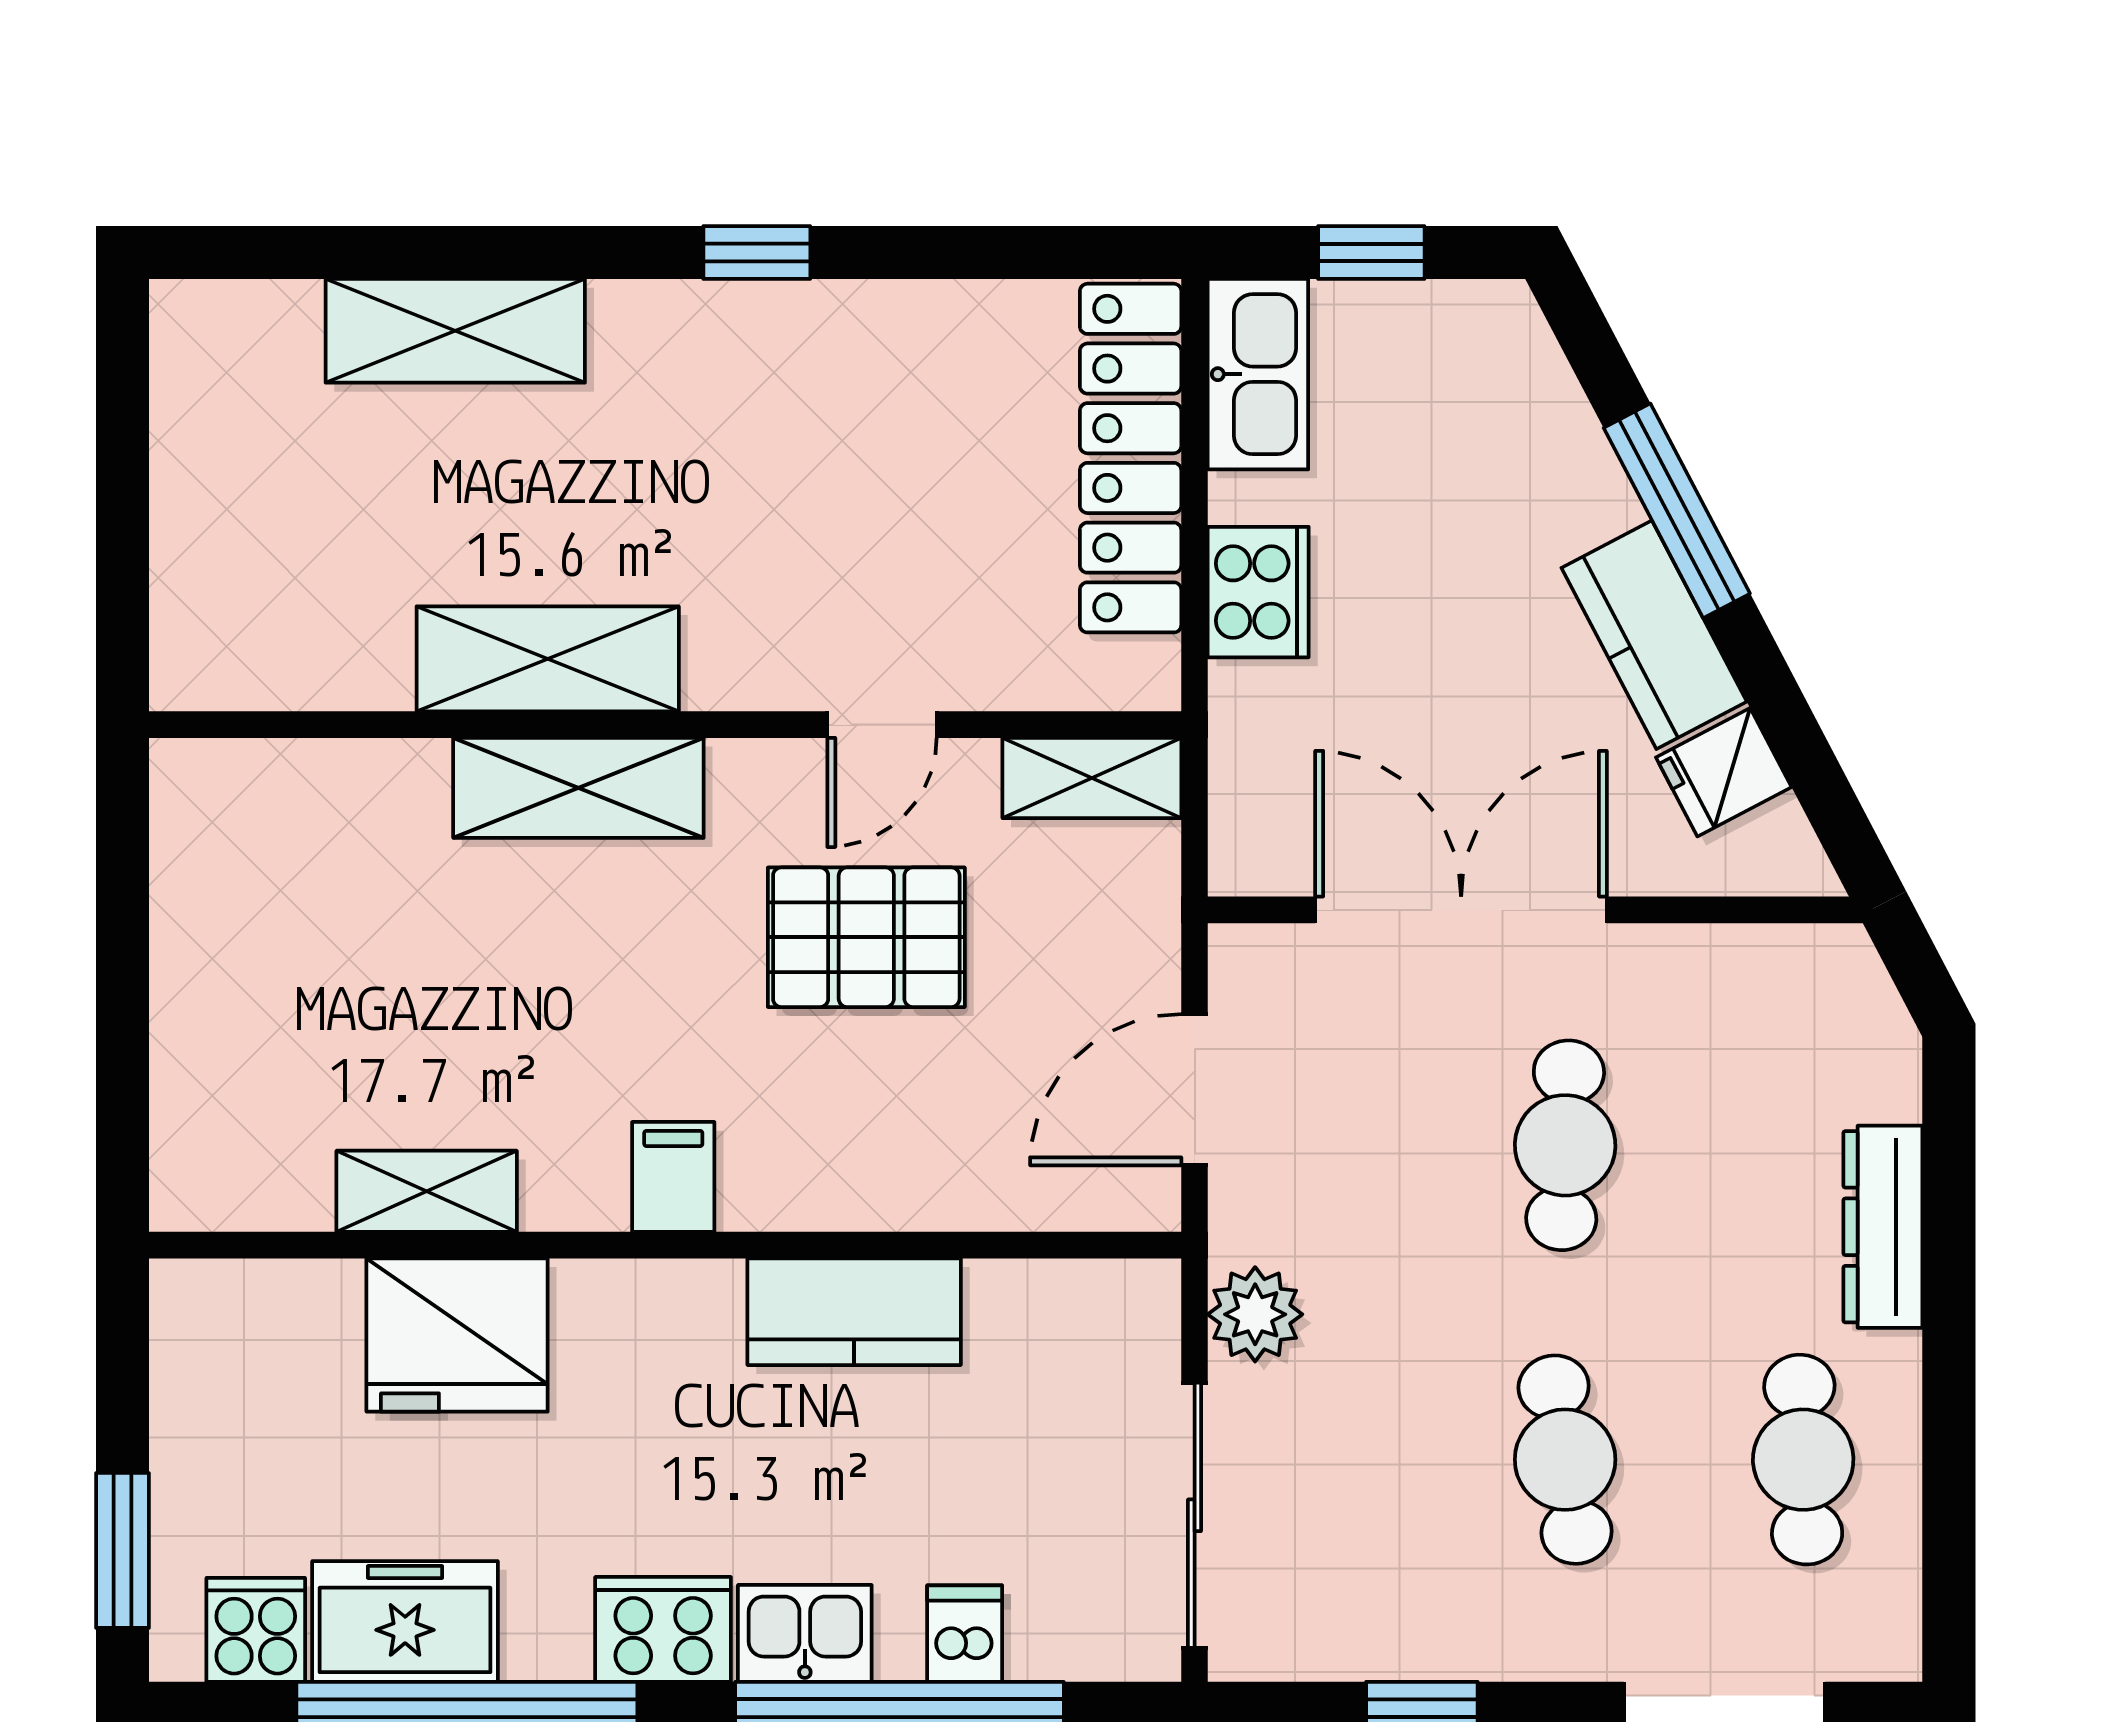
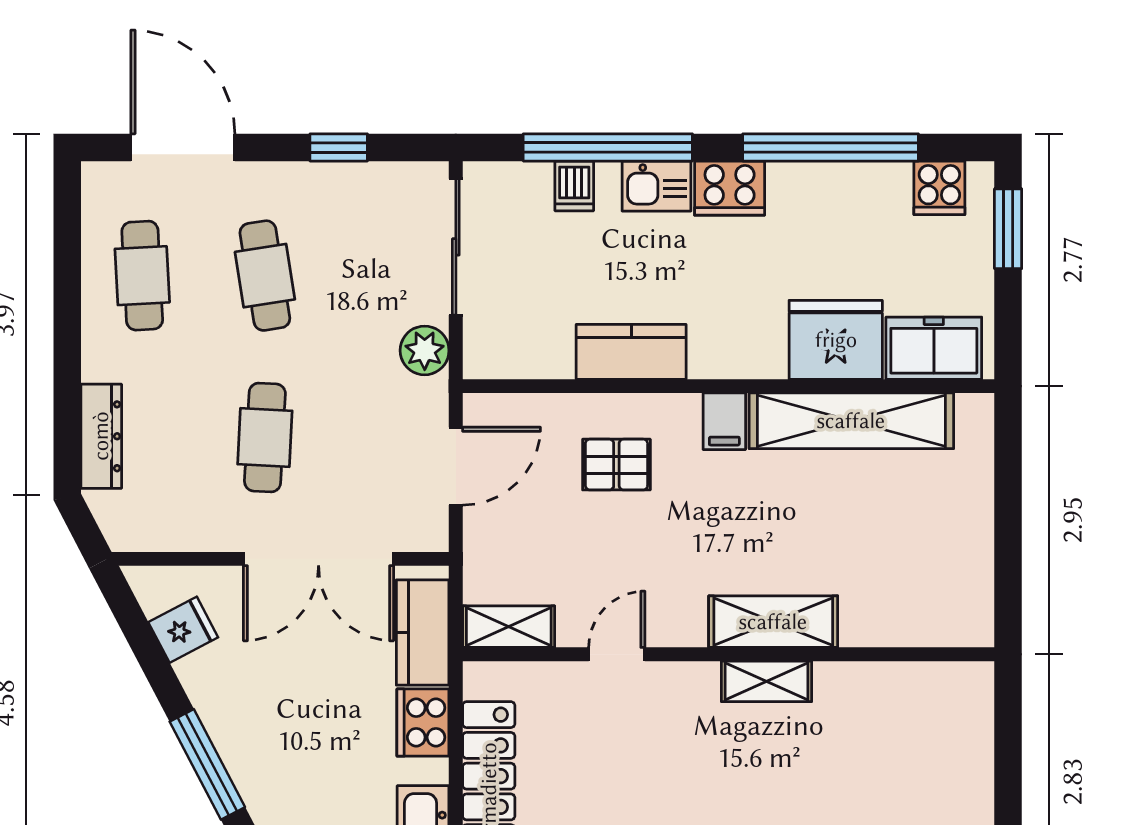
kitchen counter: (1654, 635) -> (423, 633), moved, turned -152
shelving: (548, 659) -> (766, 681), width x0.67, depth x0.75
pallet: (866, 937) -> (616, 465), moved, width x0.67, depth x0.71
shelving: (427, 1191) -> (851, 421), width x2.20, depth x1.33
dresser: (1883, 1227) -> (101, 436), moved
freezer: (405, 1621) -> (934, 348), moved, turned 180

